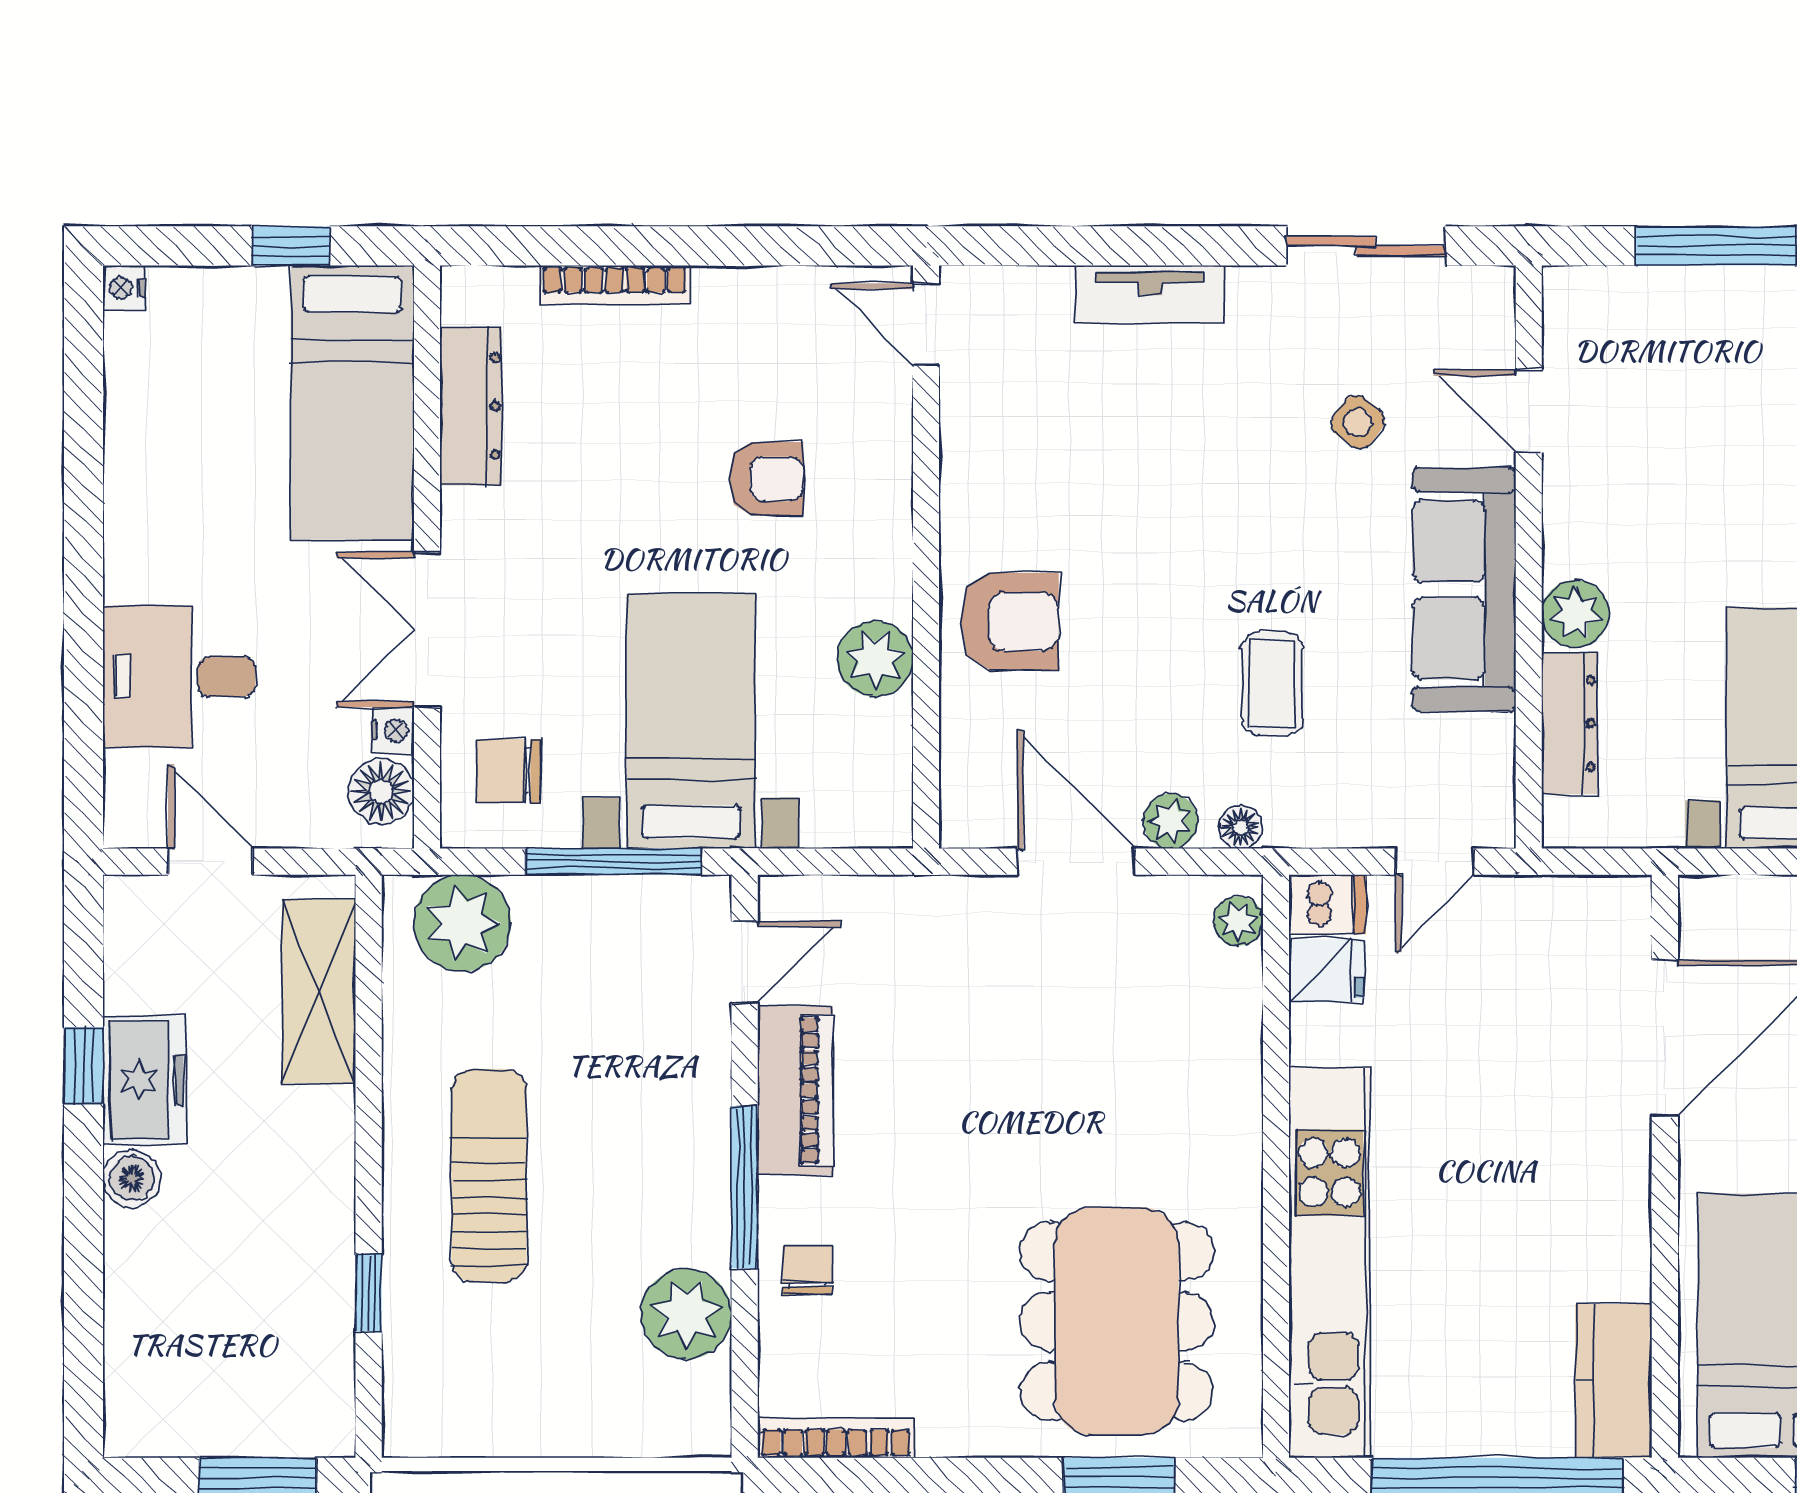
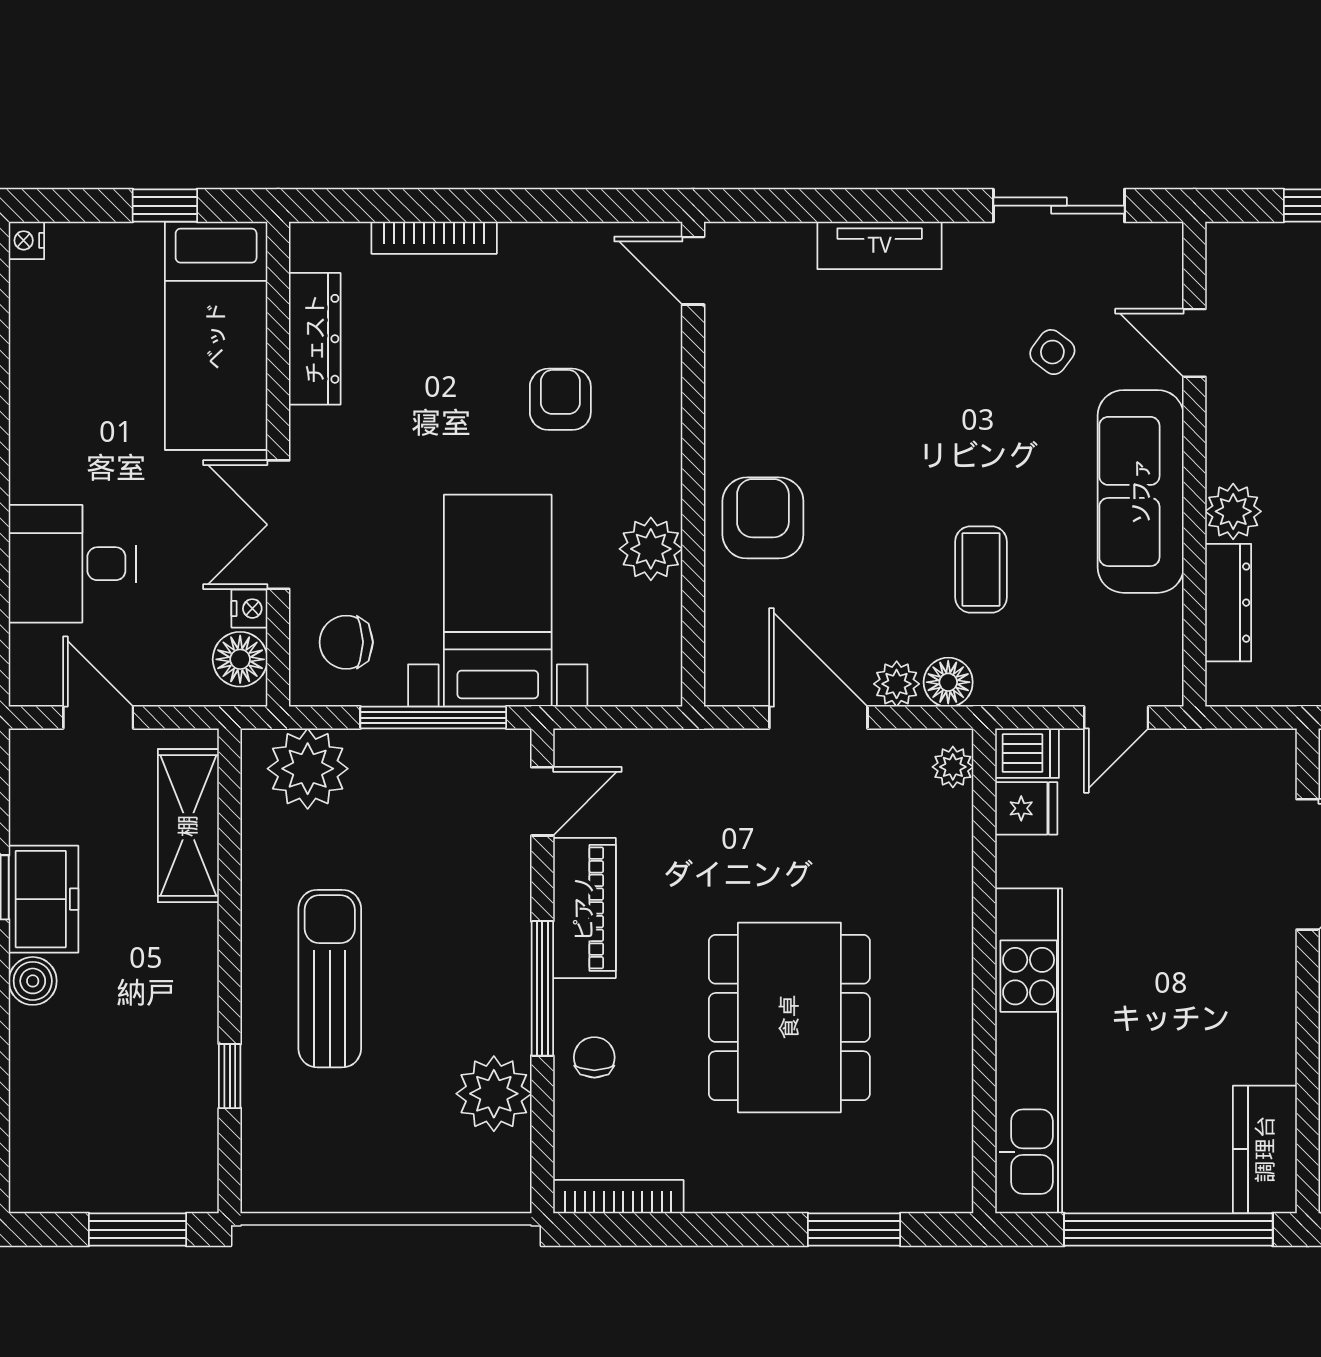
armchair: (766, 479) -> (560, 399), turned -90
armchair: (1010, 622) -> (763, 518), turned -90
floor lamp: (1241, 827) -> (948, 682), width x1.37, depth x1.37
dining table: (1117, 1321) -> (789, 1017), moved

